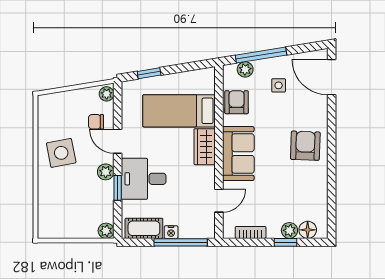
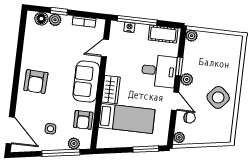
window: (149, 73) -> (146, 149), width x1.50
side table: (61, 153) -> (218, 97), turned -37
nightstand: (171, 232) -> (129, 27), moved

